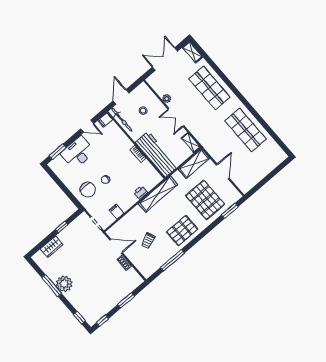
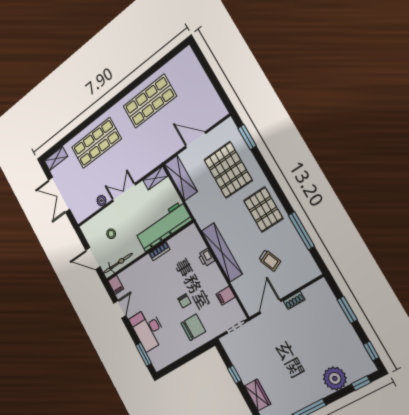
double door: (176, 117) -> (124, 192), swing flipped
shelving: (158, 194) -> (222, 252), moved
pallet: (205, 200) -> (228, 170), turned 90
plant: (64, 284) -> (335, 378), moved

